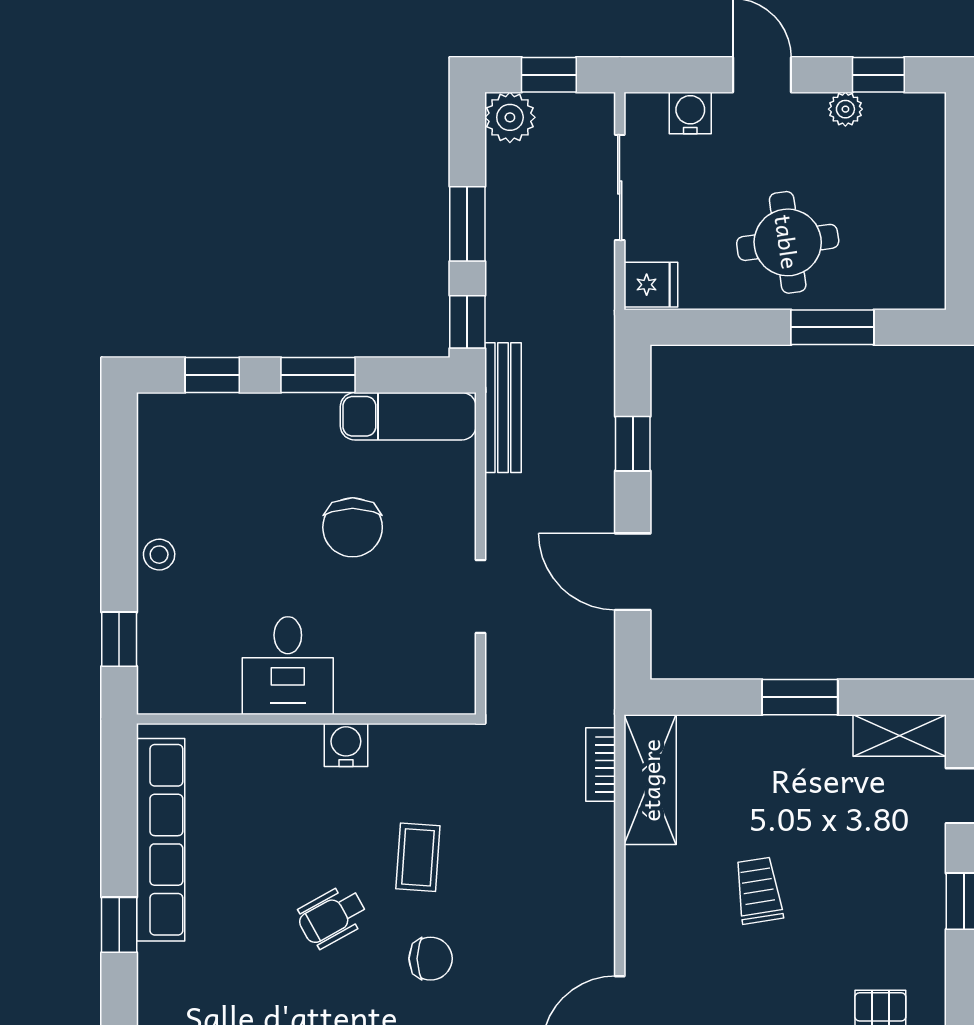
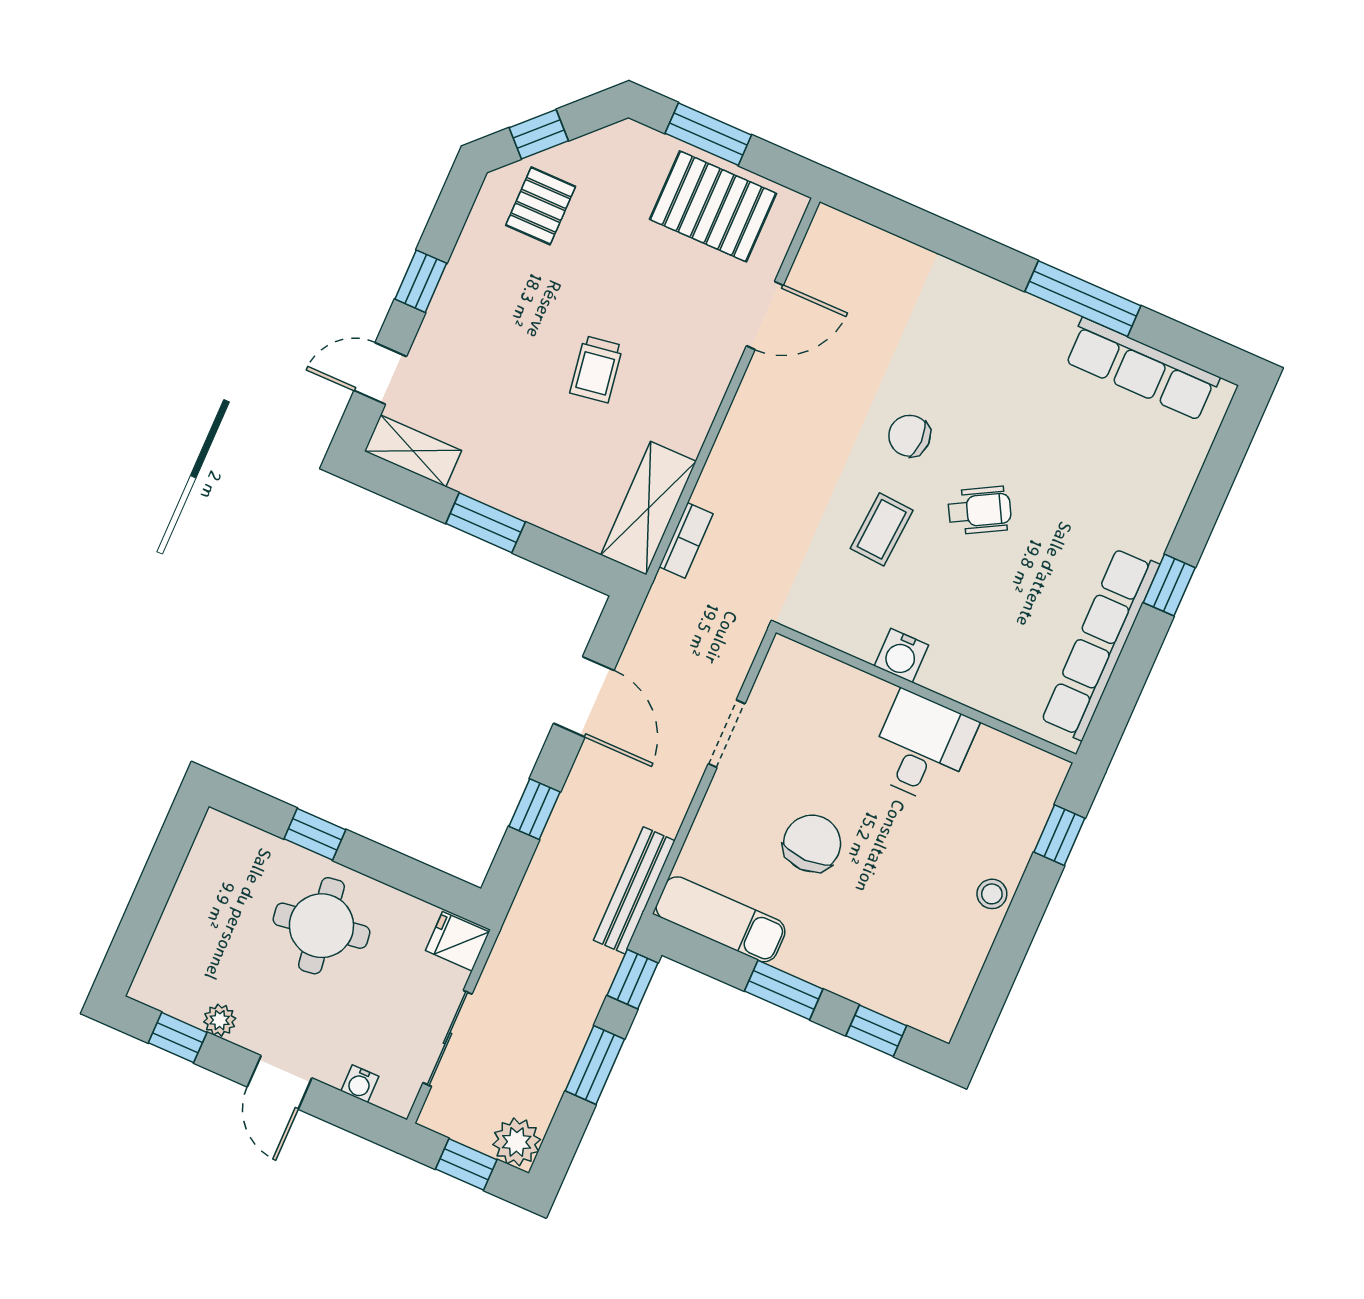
water cooler: (690, 113) -> (360, 1084), width x0.72, depth x0.72
window: (832, 327) -> (315, 834), width x0.67

